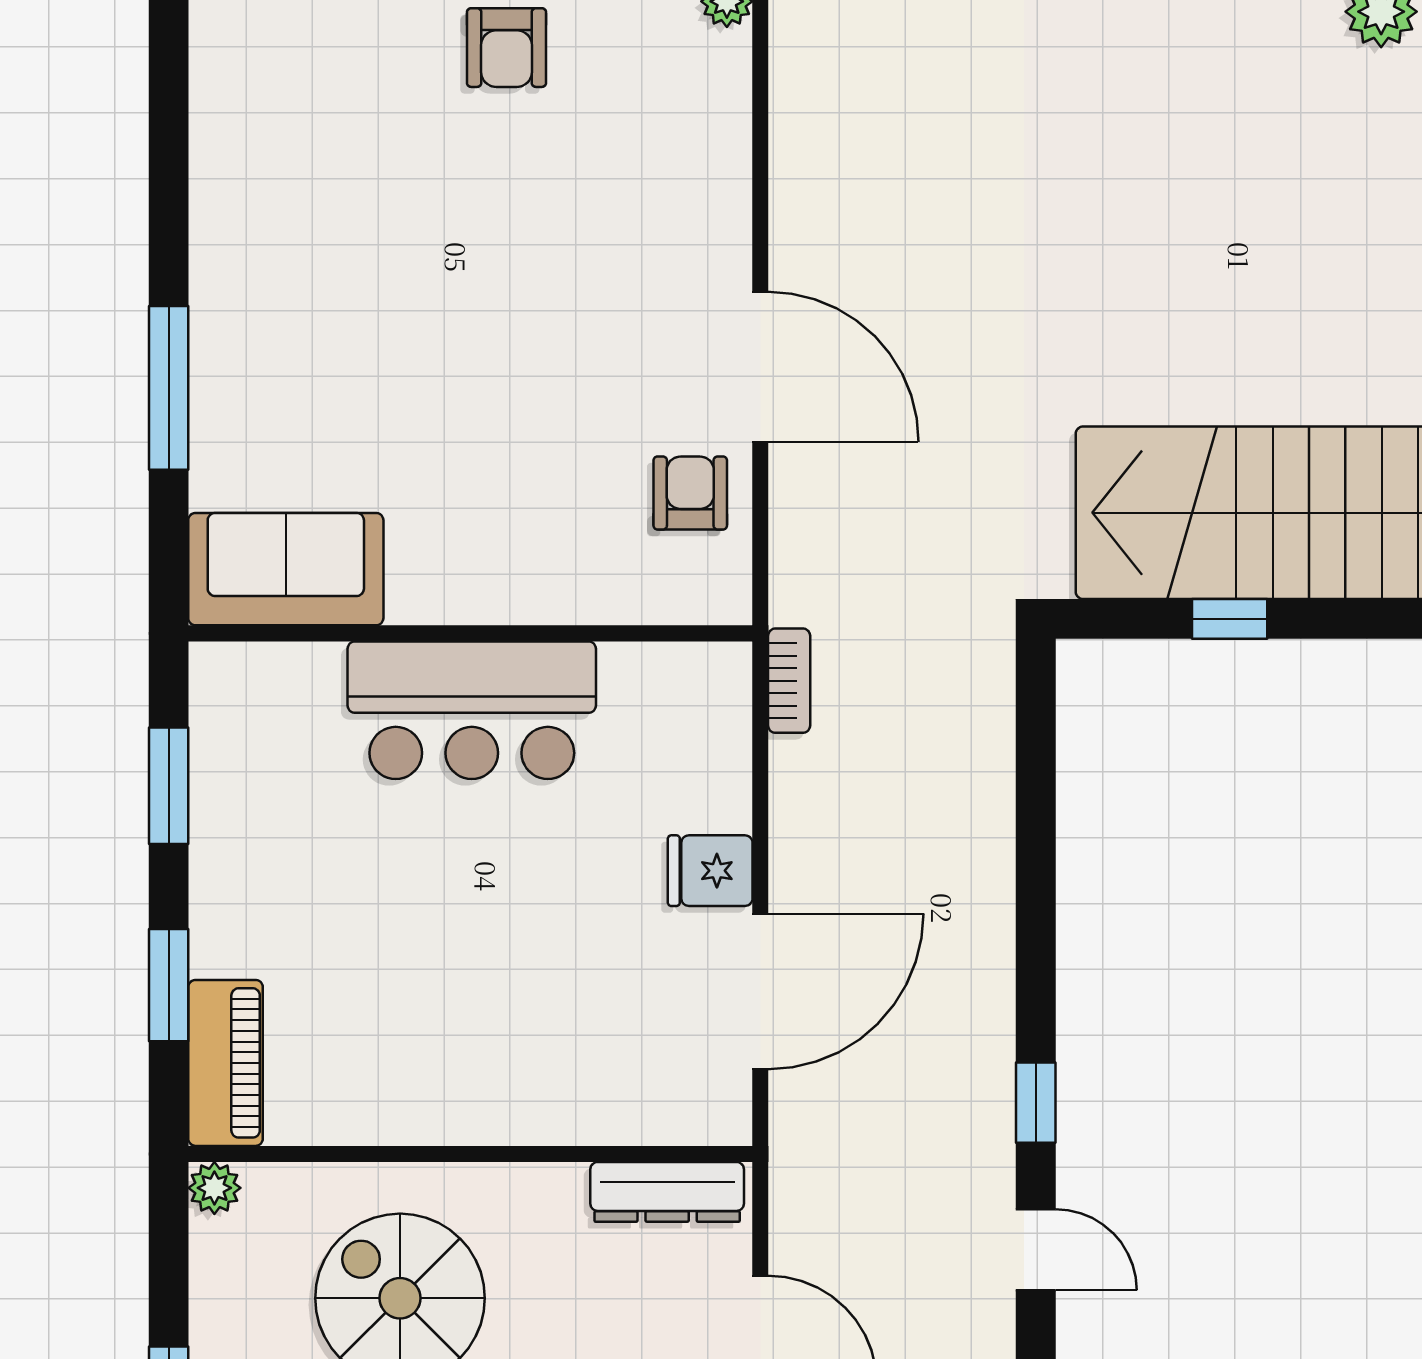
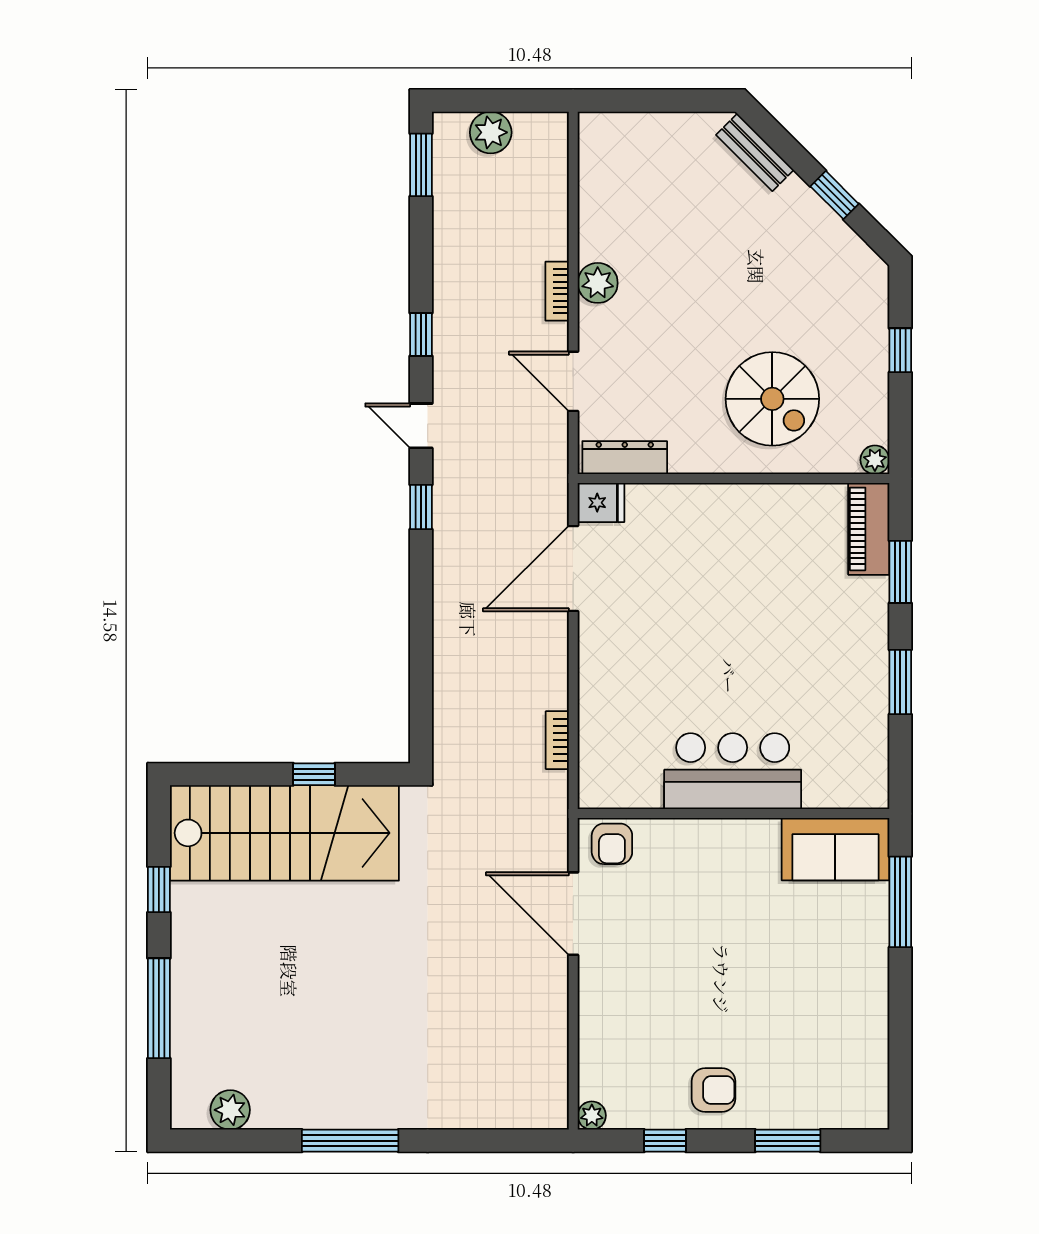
armchair: (506, 48) -> (713, 1090), turned 90
sofa: (286, 569) -> (835, 849), moved
wall: (470, 633) -> (733, 814), moved
bar counter: (472, 710) -> (733, 771), moved
fridge: (710, 871) -> (601, 503), moved

